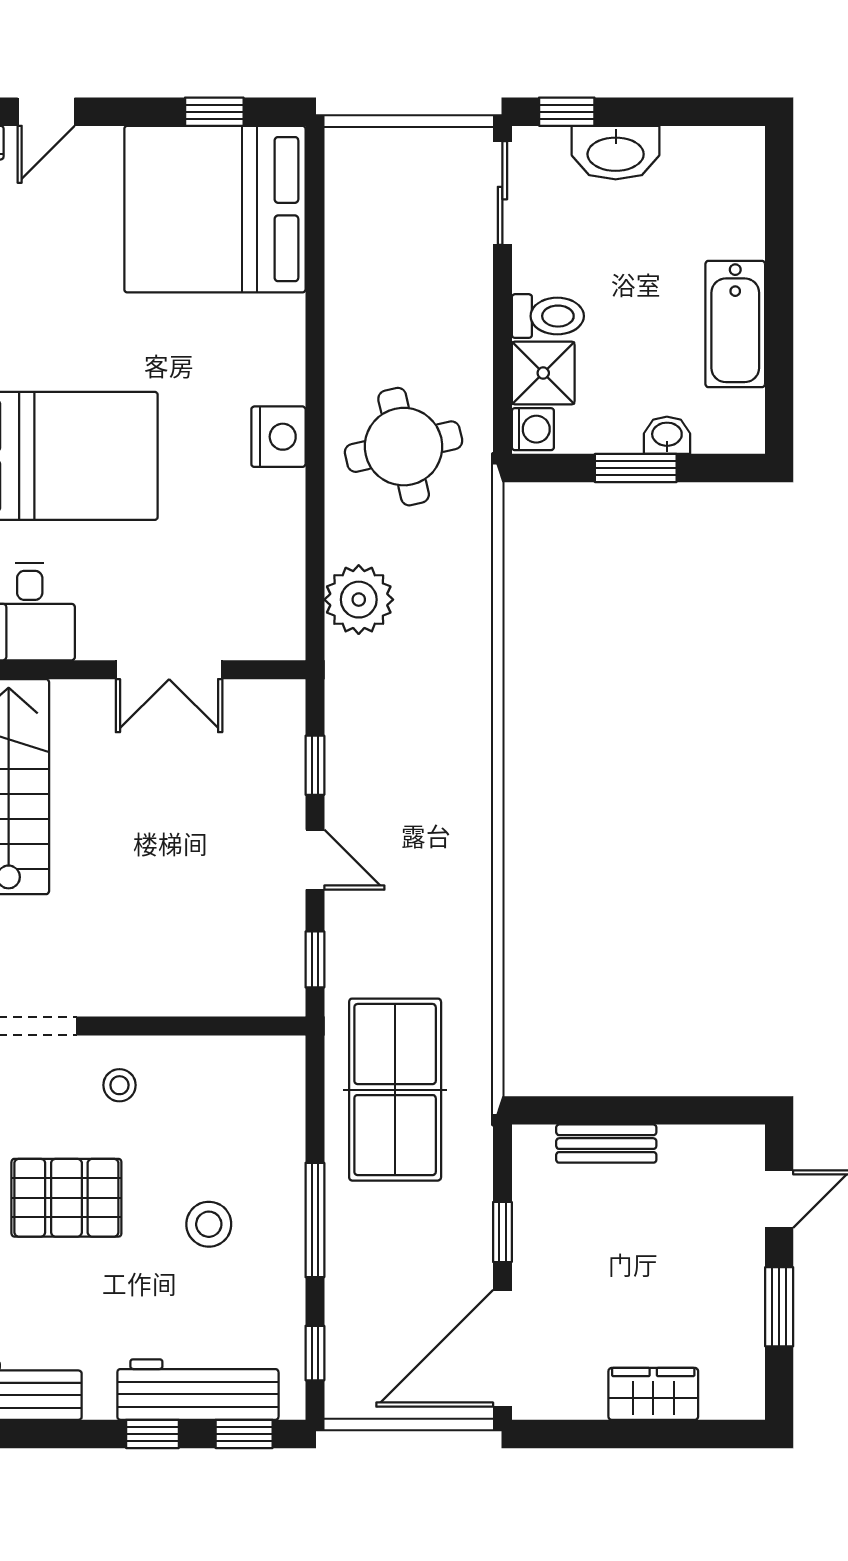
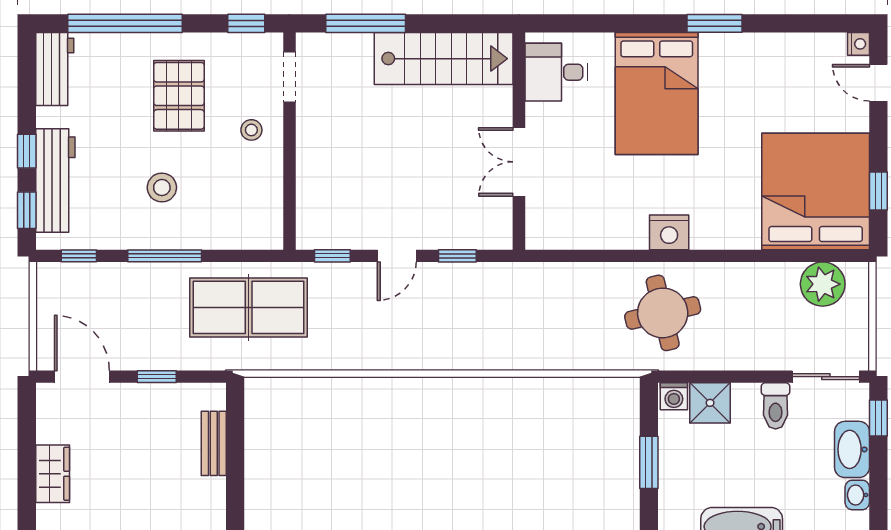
toilet: (548, 316) -> (776, 406), moved
washbasin: (667, 435) -> (857, 495), moved, turned 180
plant: (359, 600) -> (823, 284), moved
door: (502, 1348) -> (82, 377), width x0.73

